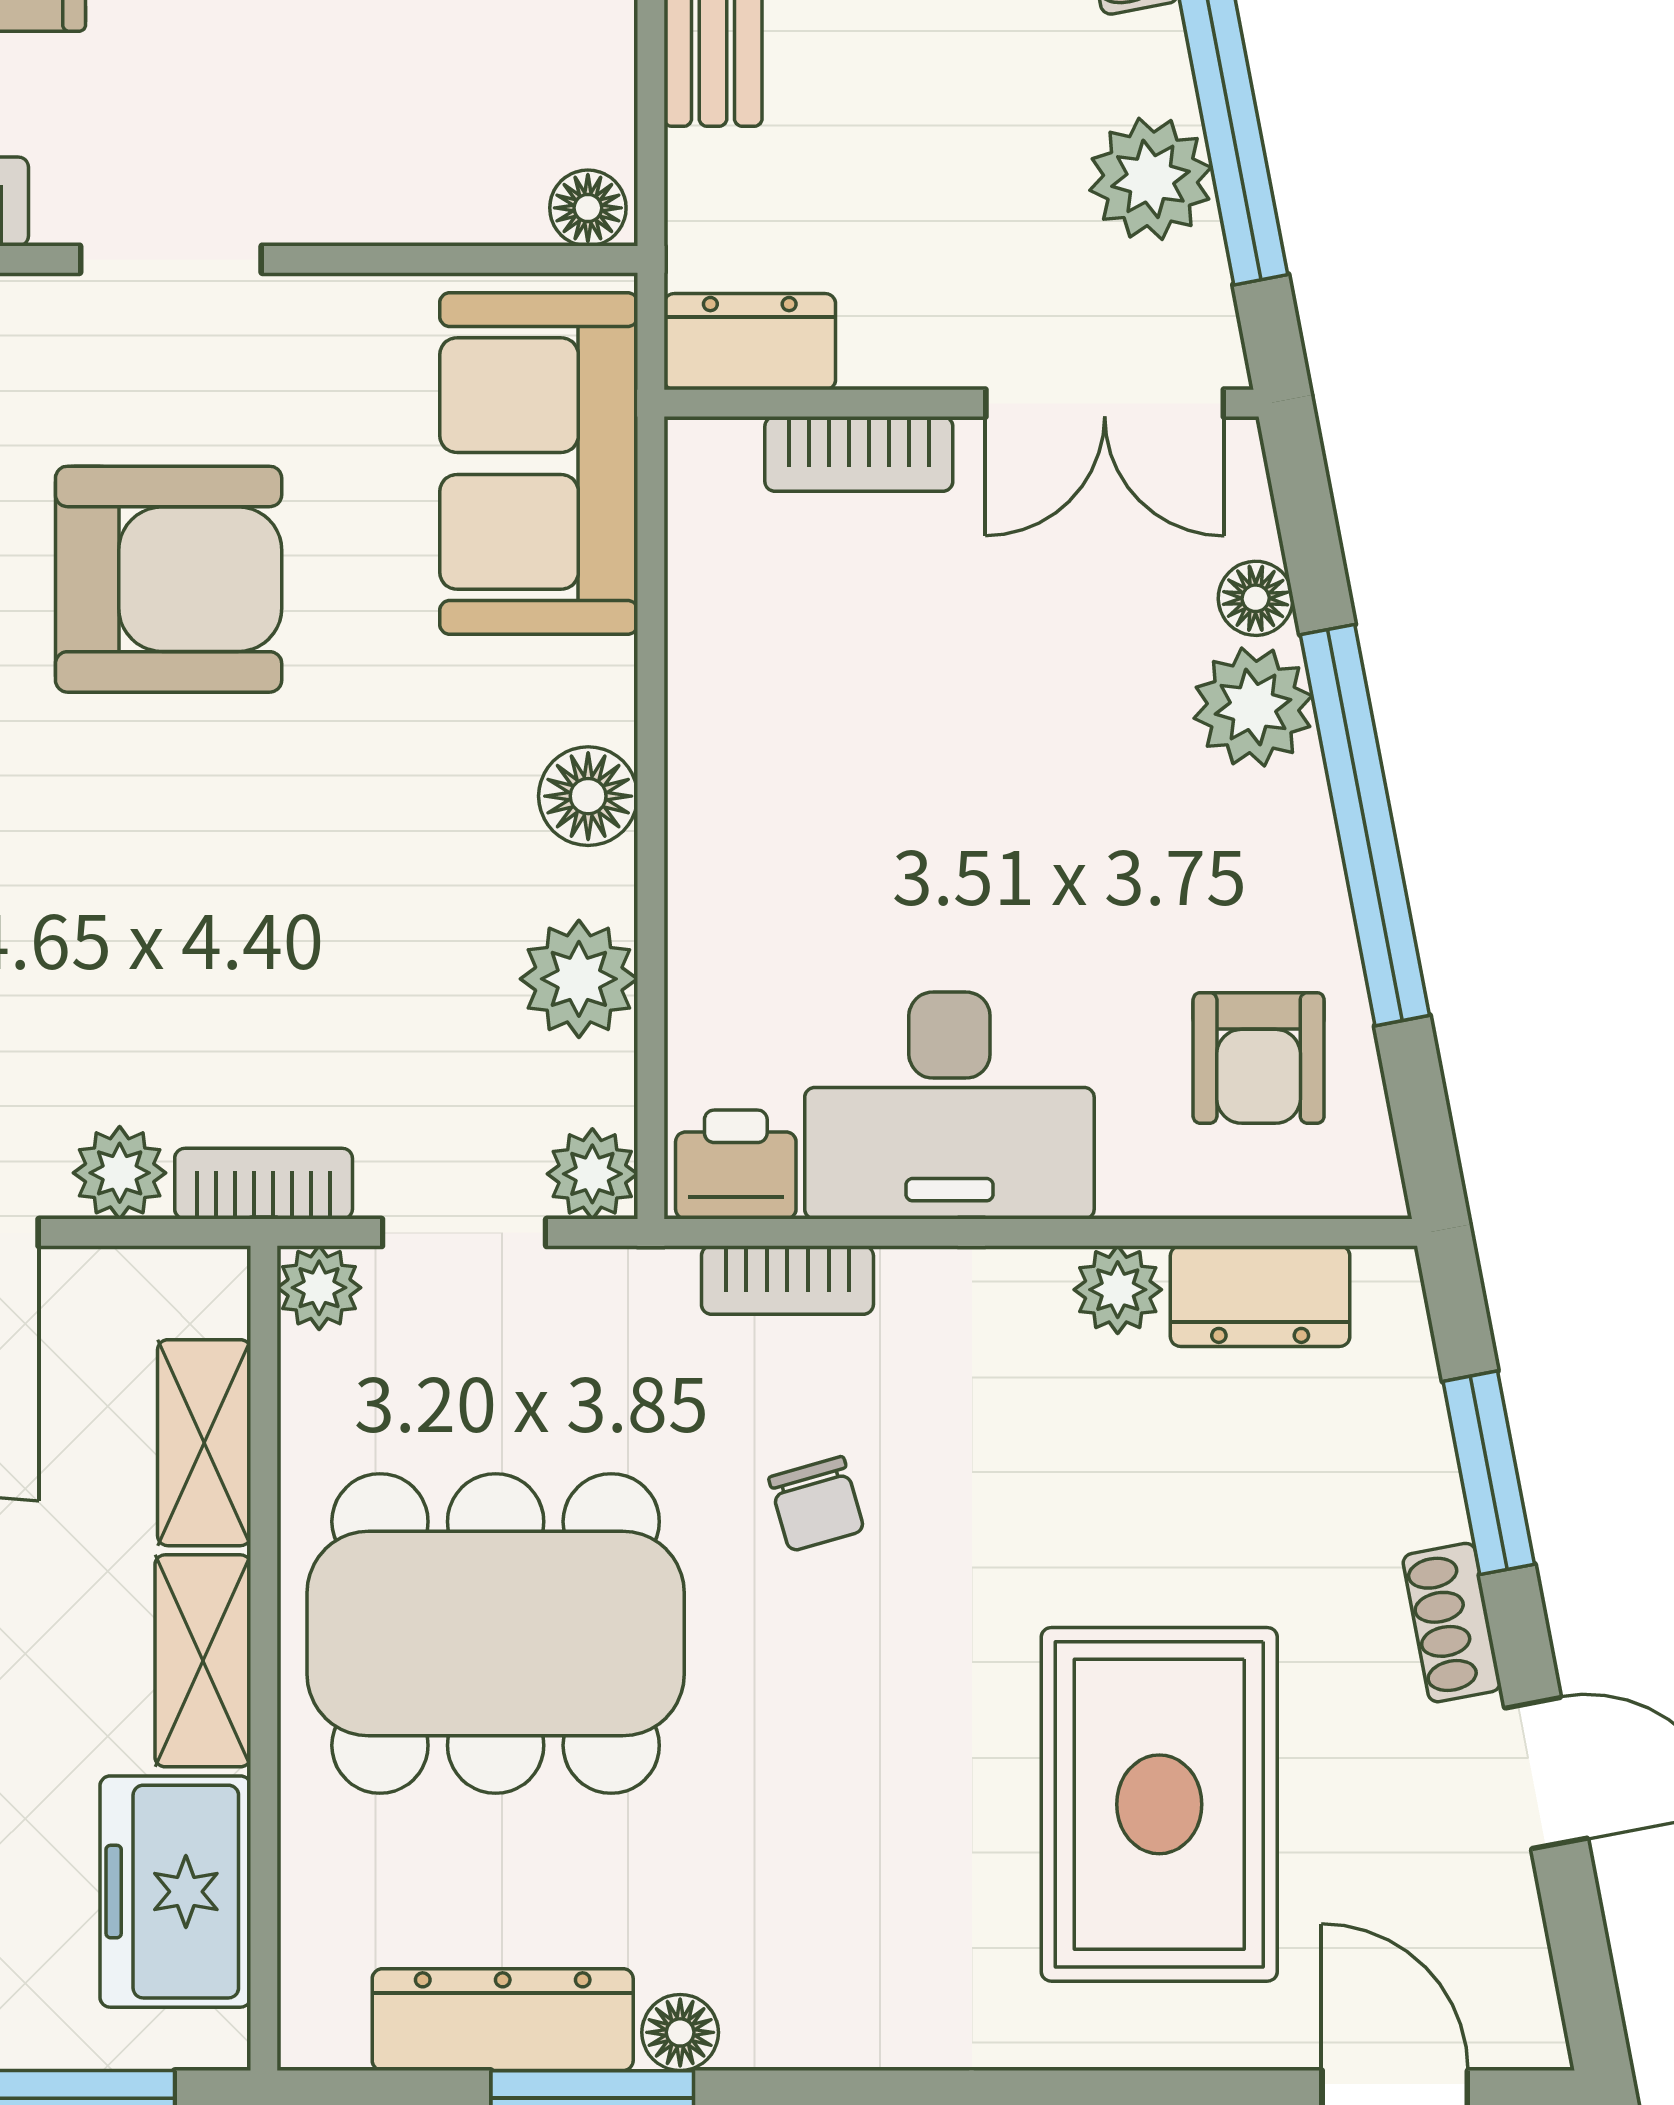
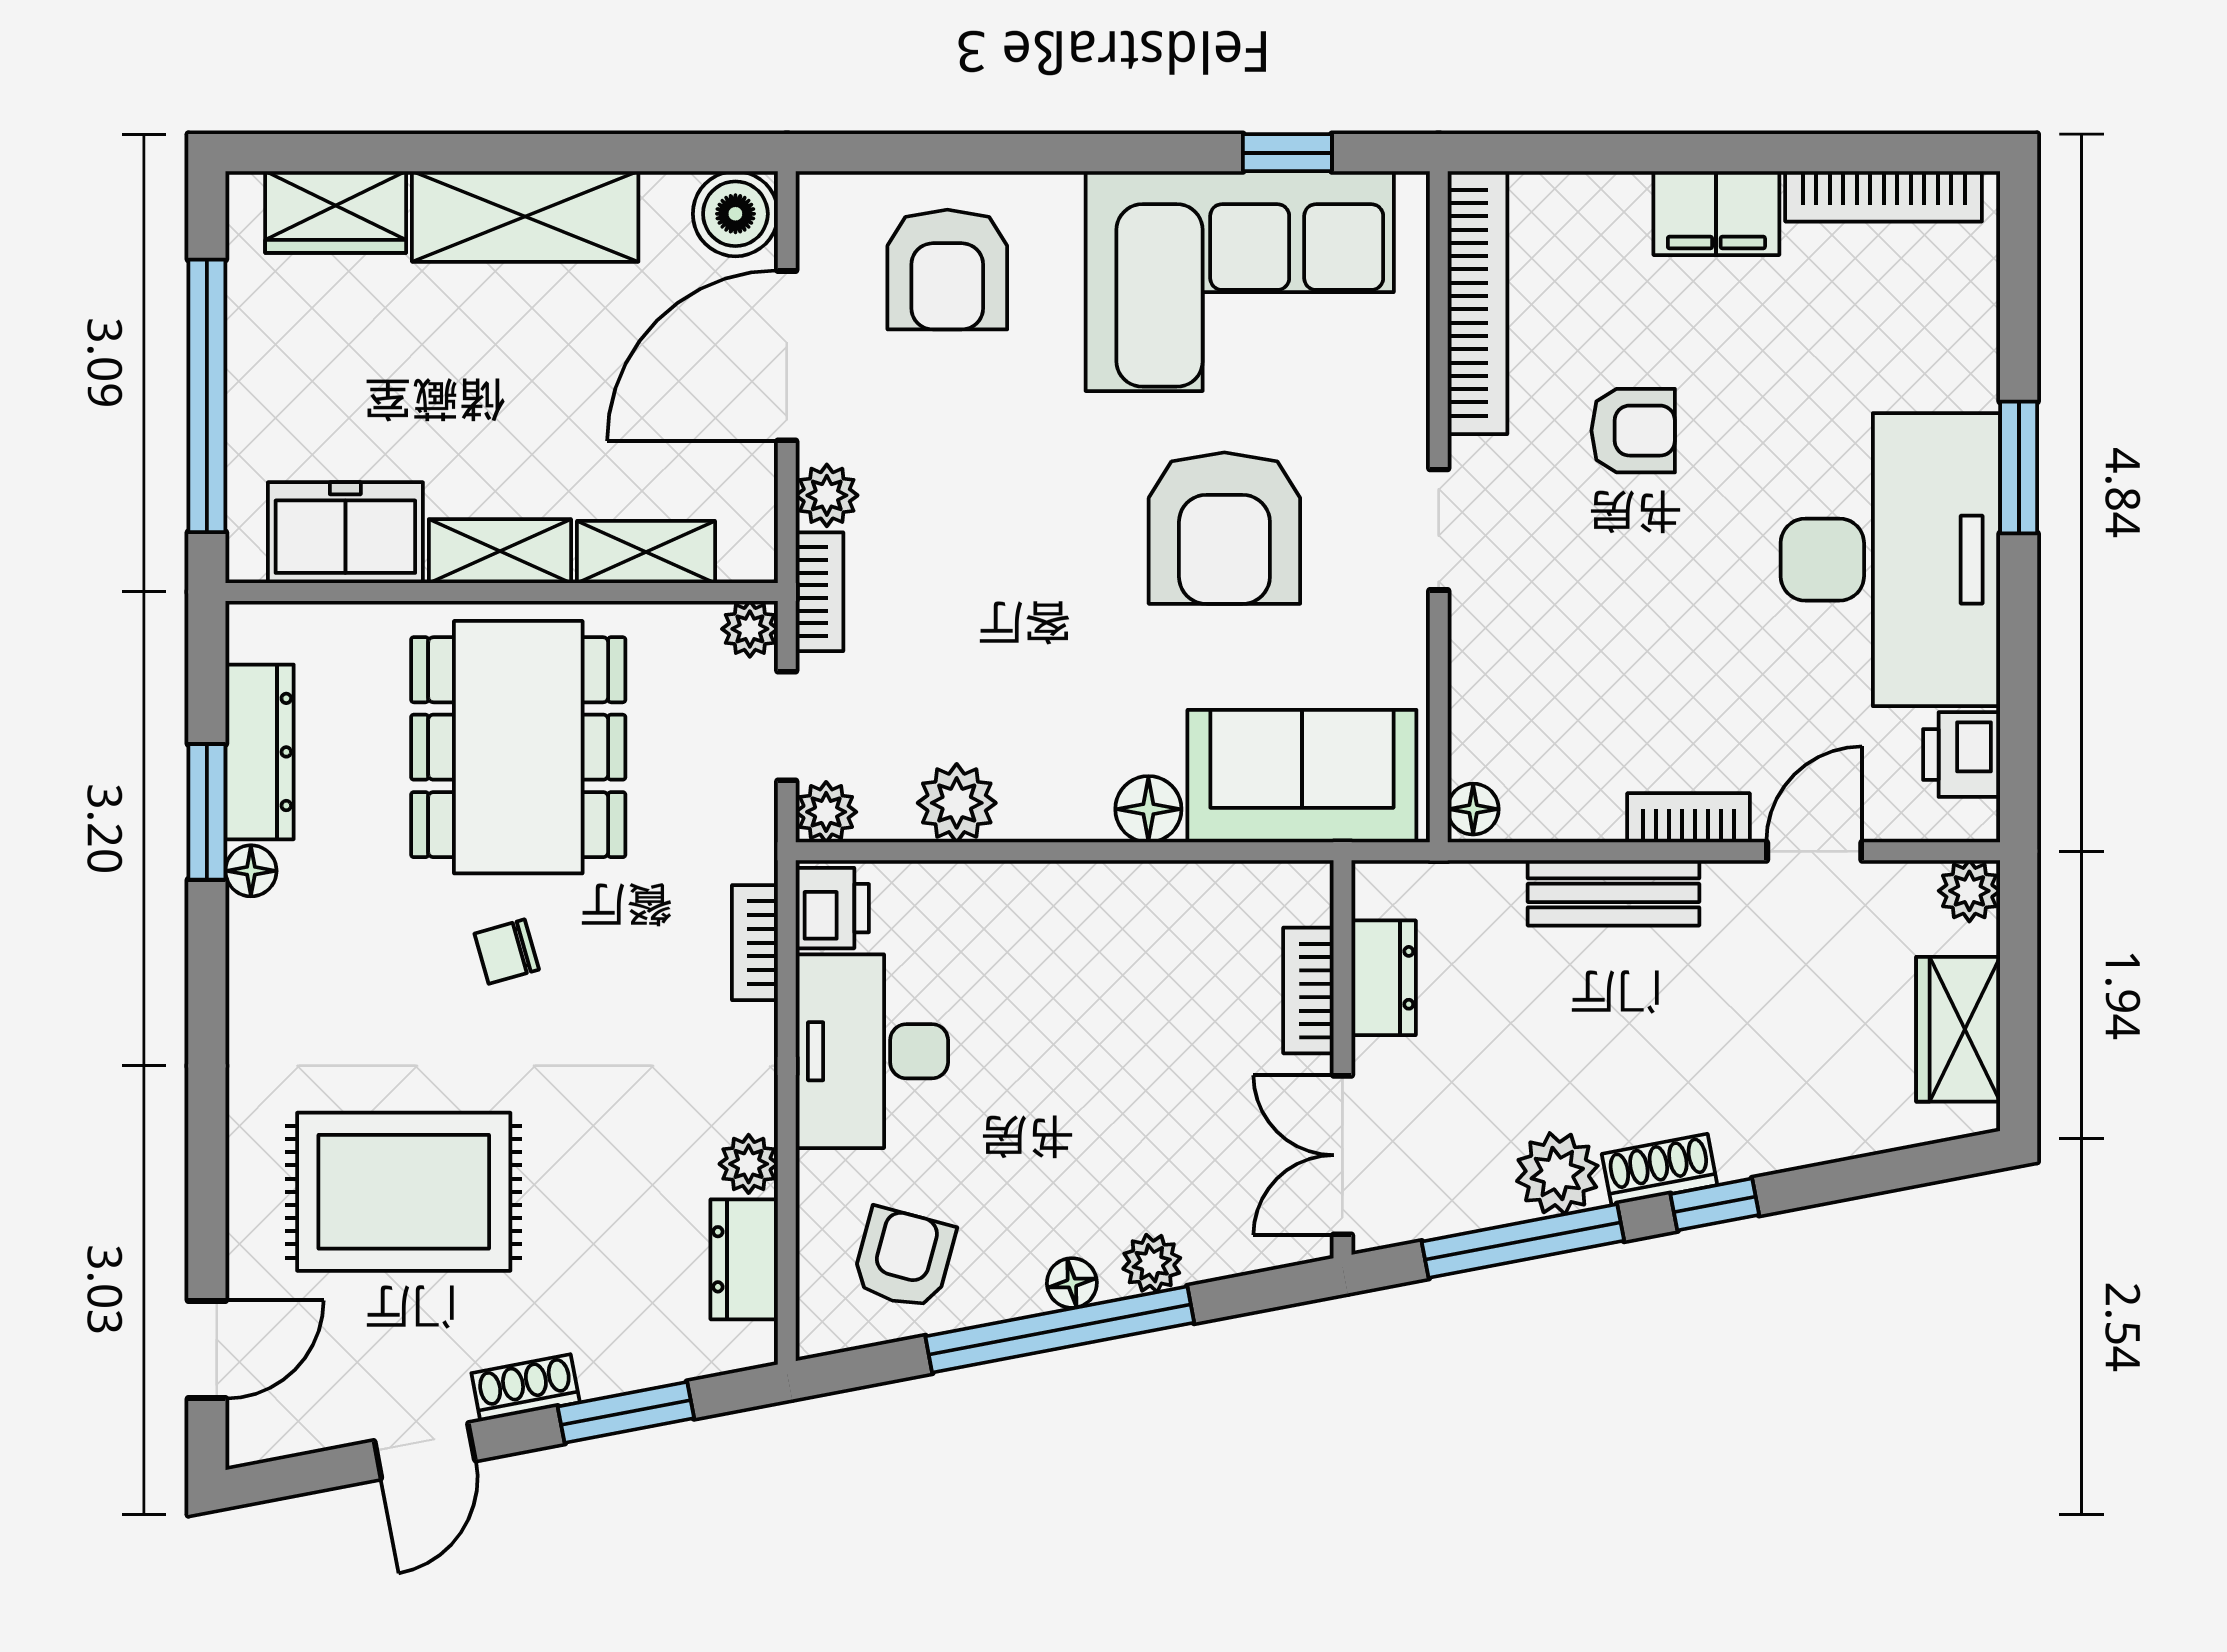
plant: (1150, 179) -> (1557, 1173), moved
dresser: (750, 342) -> (1384, 978), moved
floor lamp: (1256, 598) -> (1072, 1283), moved
plant: (1253, 707) -> (1152, 1263), width x0.73, depth x0.73
floor lamp: (588, 796) -> (1148, 809), moved
armchair: (1259, 1058) -> (904, 1258), turned 105
chair: (816, 1504) -> (507, 952), moved

